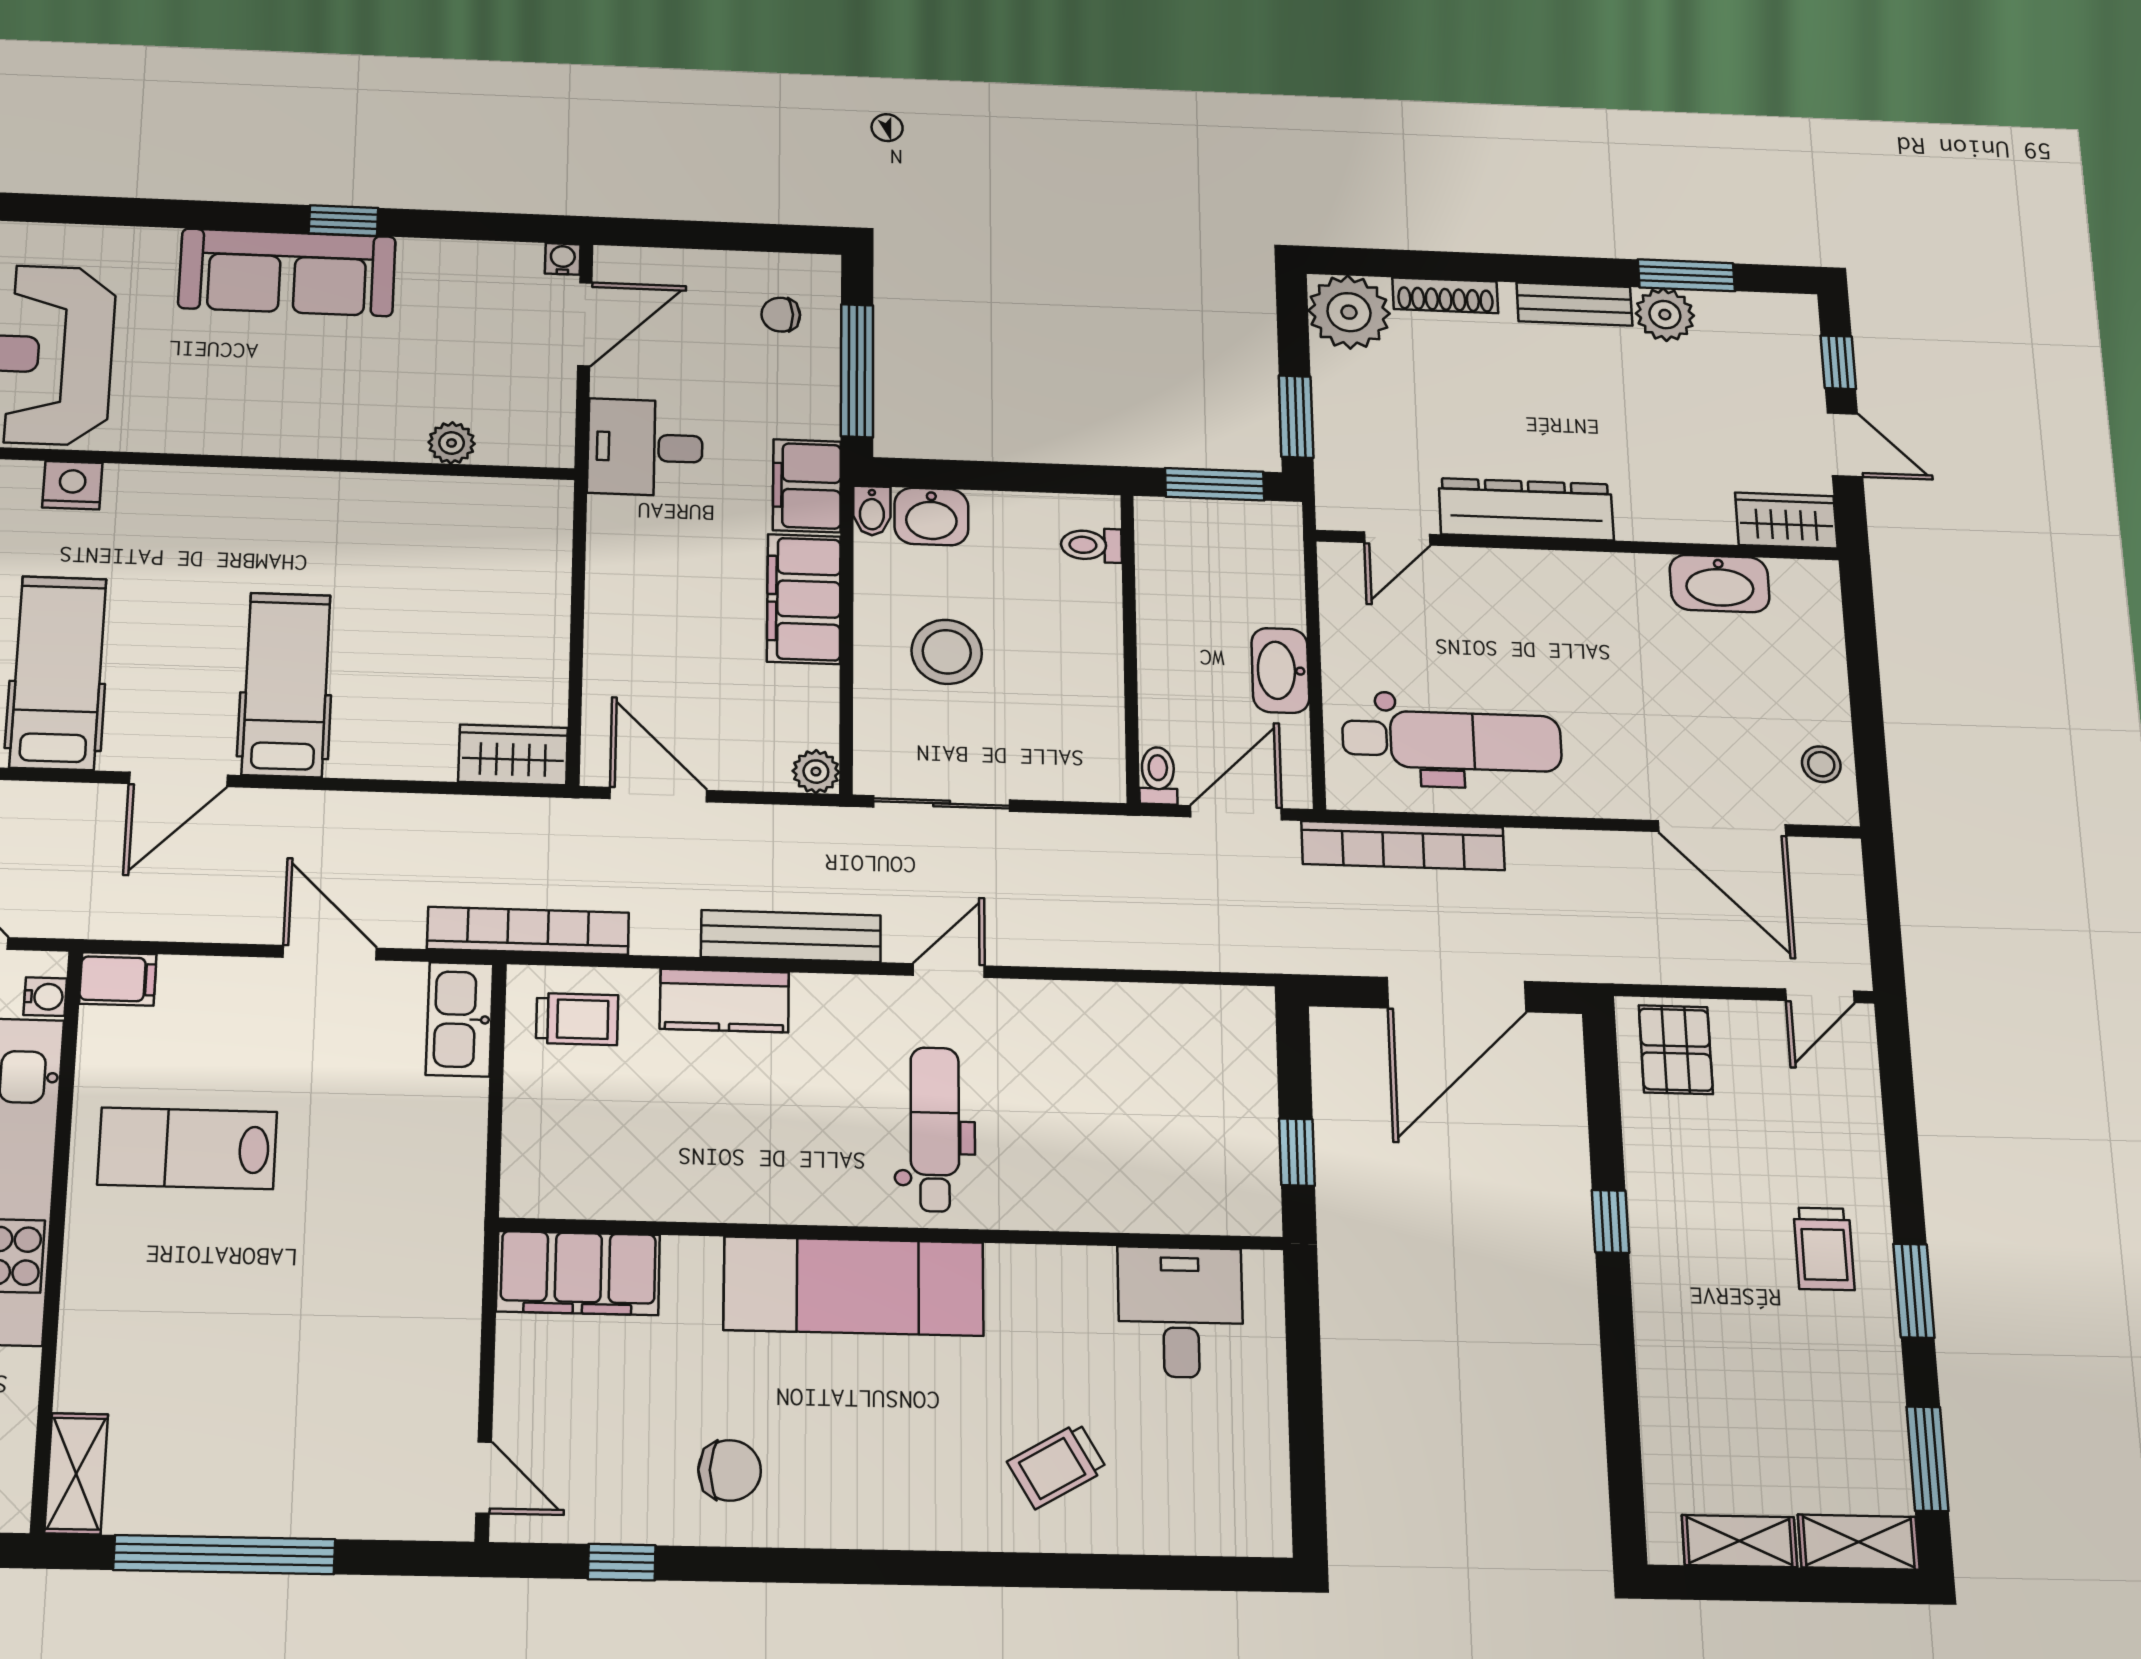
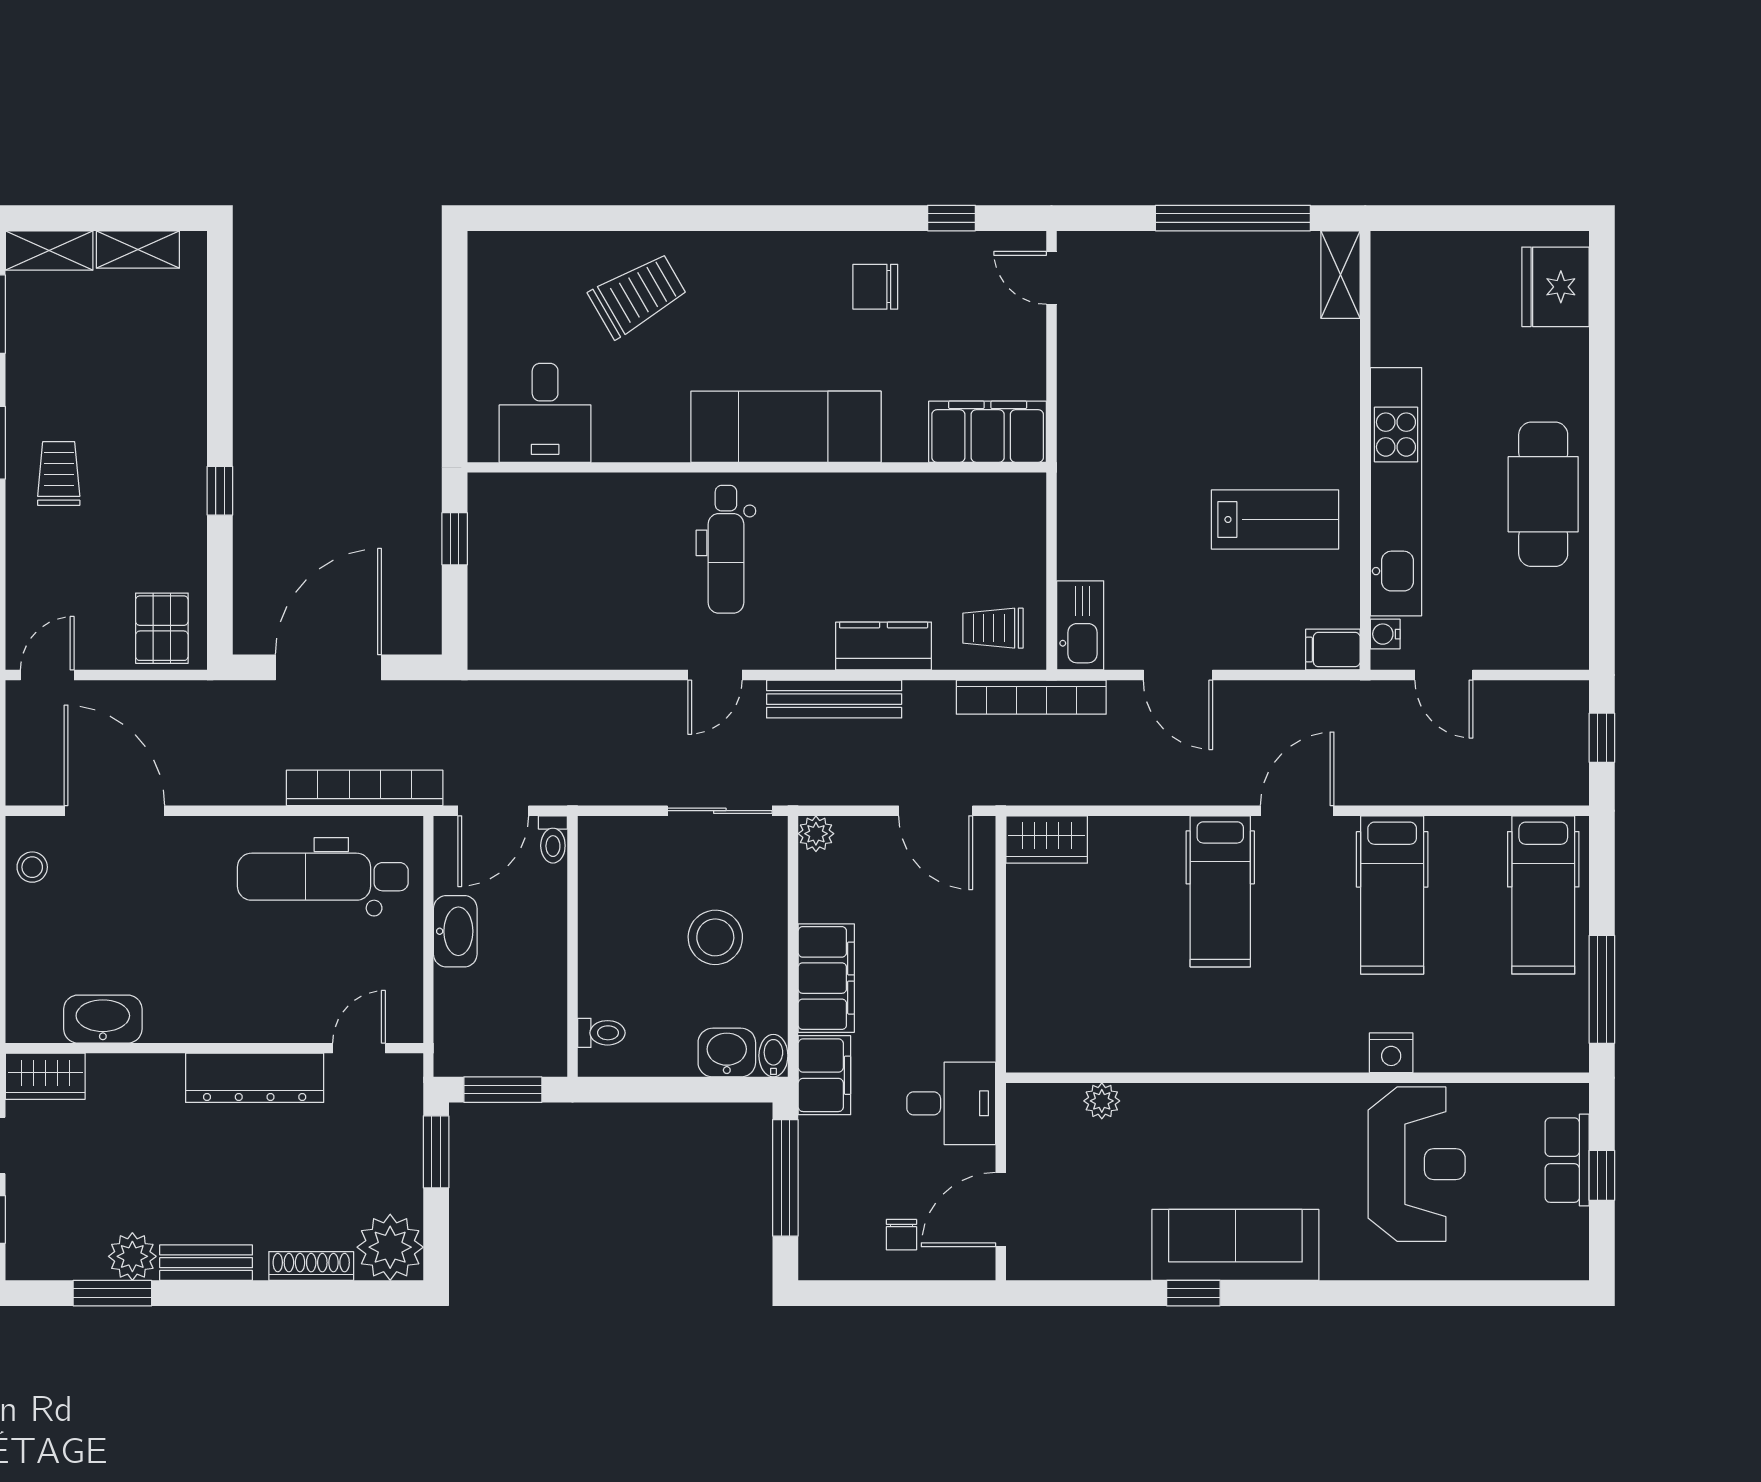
water cooler: (563, 259) -> (1019, 1267), removed
chair: (781, 315) -> (901, 1235), moved, turned 92
trolley: (1057, 1466) -> (638, 295), width x1.36, depth x1.39

